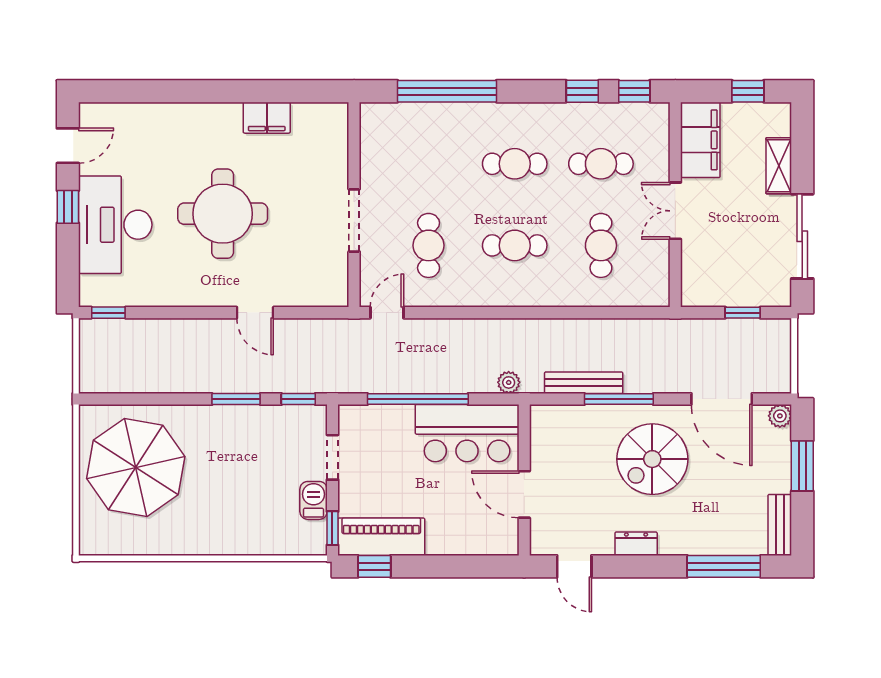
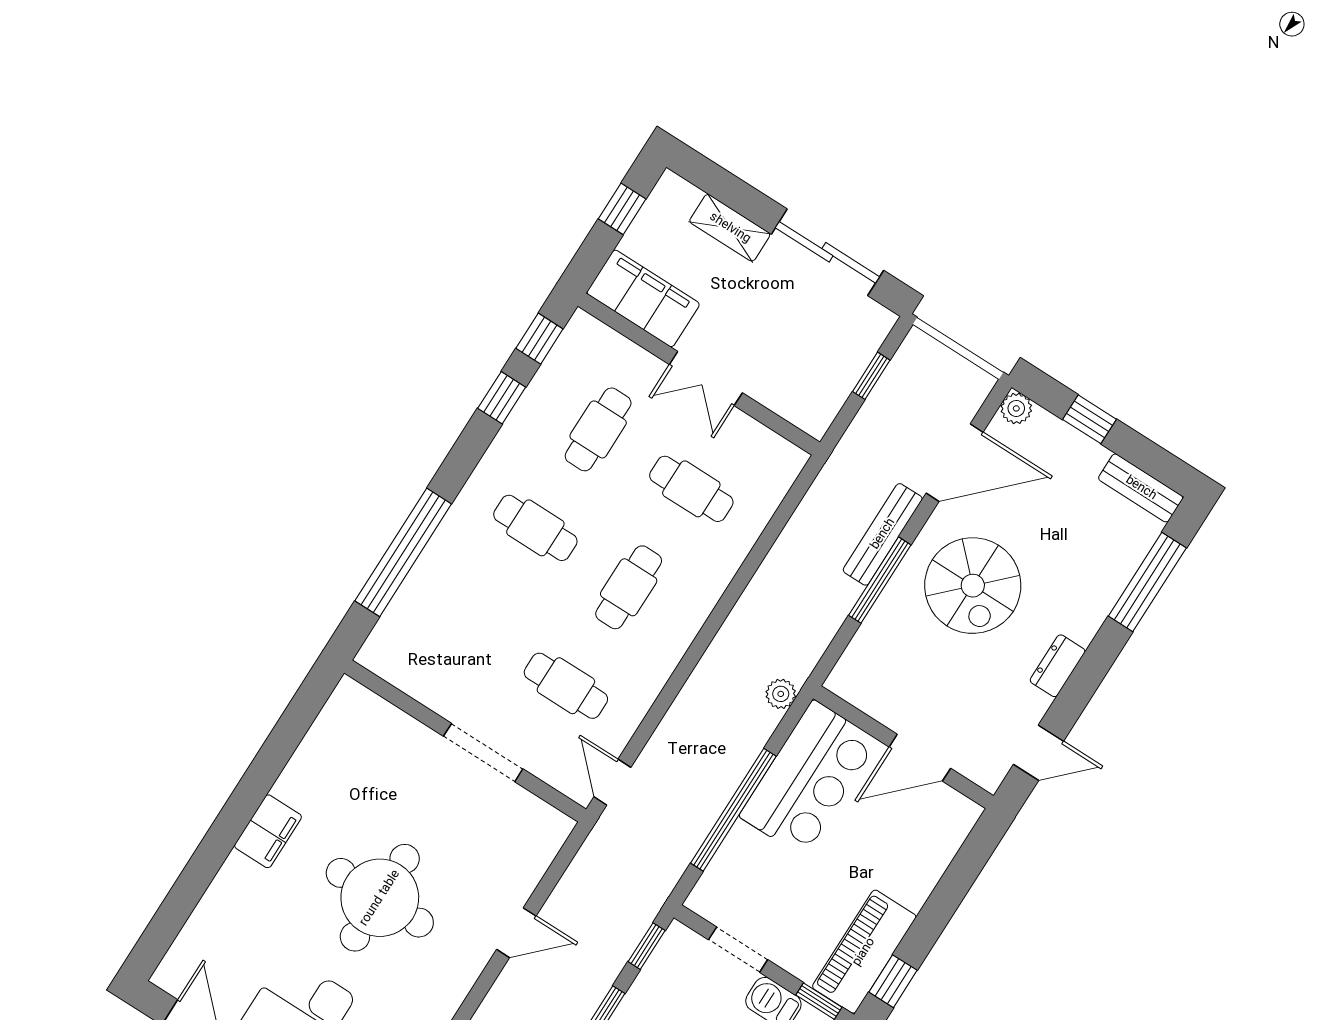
filing cabinet: (267, 118) -> (268, 831), moved
cafe table: (515, 164) -> (535, 528), turned 90
bench: (584, 383) -> (883, 534), moved
window: (802, 466) -> (1090, 419), width x0.67

